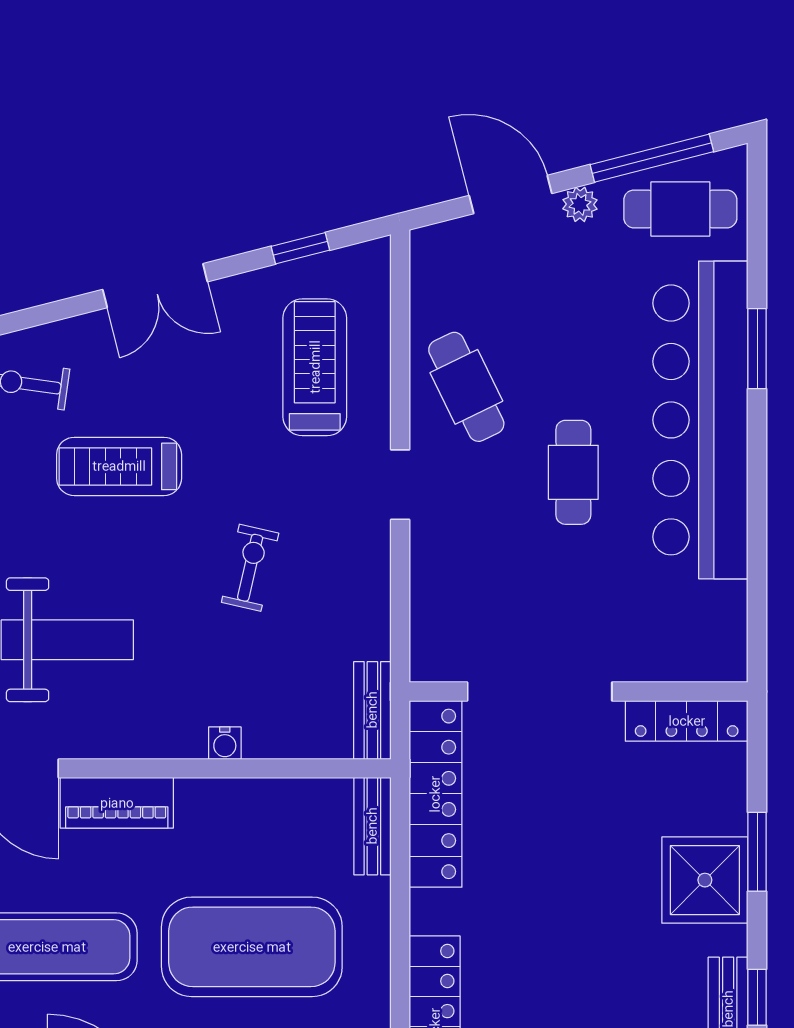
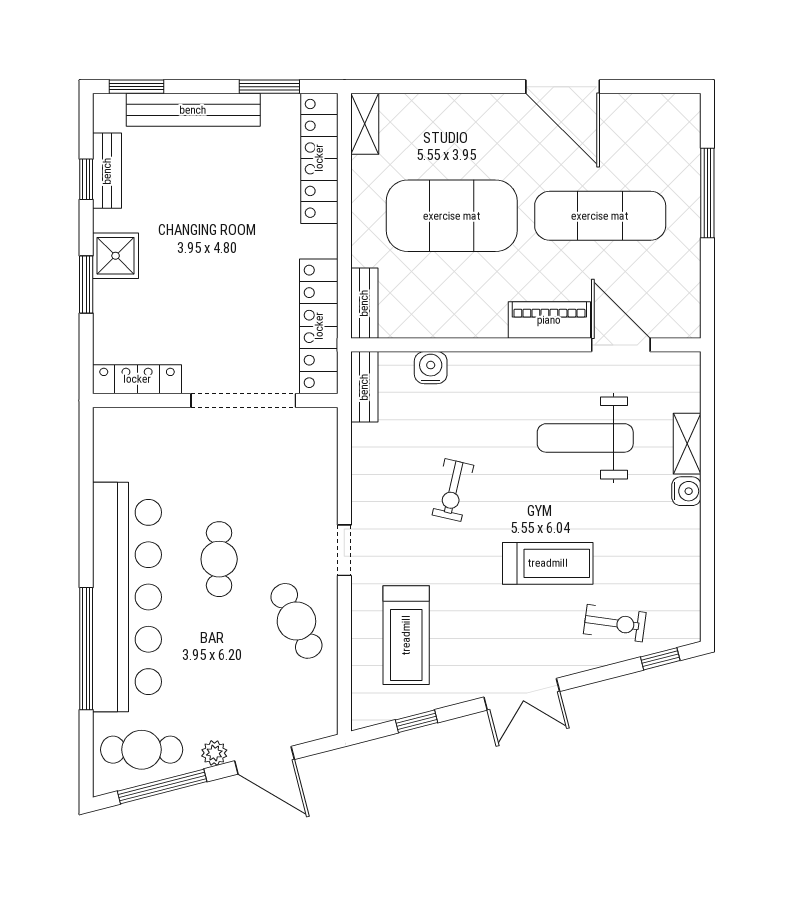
double door: (155, 286) -> (522, 694), swing flipped
window: (757, 349) -> (86, 649), width x2.11
water cooler: (225, 743) -> (431, 368), moved, width x1.38, depth x1.38
shower: (705, 880) -> (116, 256), width x0.73, depth x0.73

